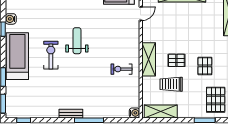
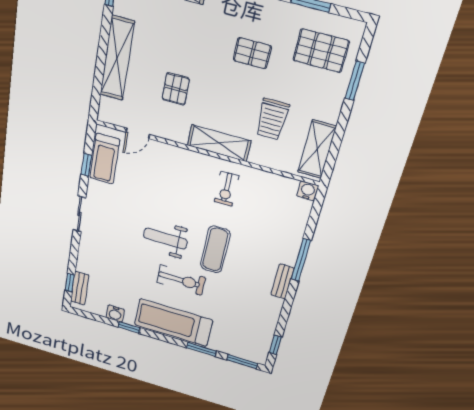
door: (141, 14) -> (138, 133), swing flipped
exercise bike: (51, 55) -> (181, 280), turned 180
pallet: (176, 60) -> (176, 89), moved
exercise mat: (79, 71) -> (215, 249), added

